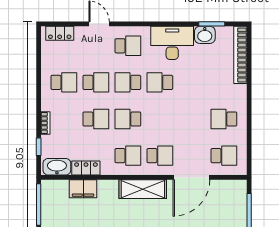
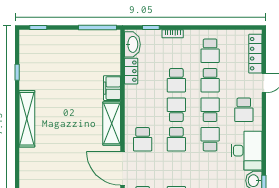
locker: (60, 33) -> (255, 54), width x1.53
school desk: (128, 156) -> (176, 139), moved
filing cabinet: (83, 189) -> (112, 88), moved

